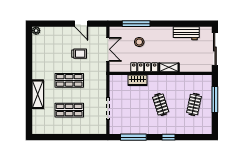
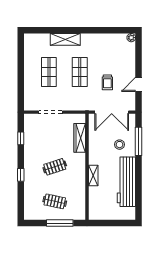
workbench: (186, 33) -> (126, 182), width x1.88, depth x1.32
double door: (108, 49) -> (112, 112), width x1.37
sliding door: (215, 49) -> (112, 223), removed
locker: (144, 67) -> (93, 150), removed
wardrobe: (137, 80) -> (80, 138), width x1.50
window: (133, 137) -> (21, 138), width x0.46

